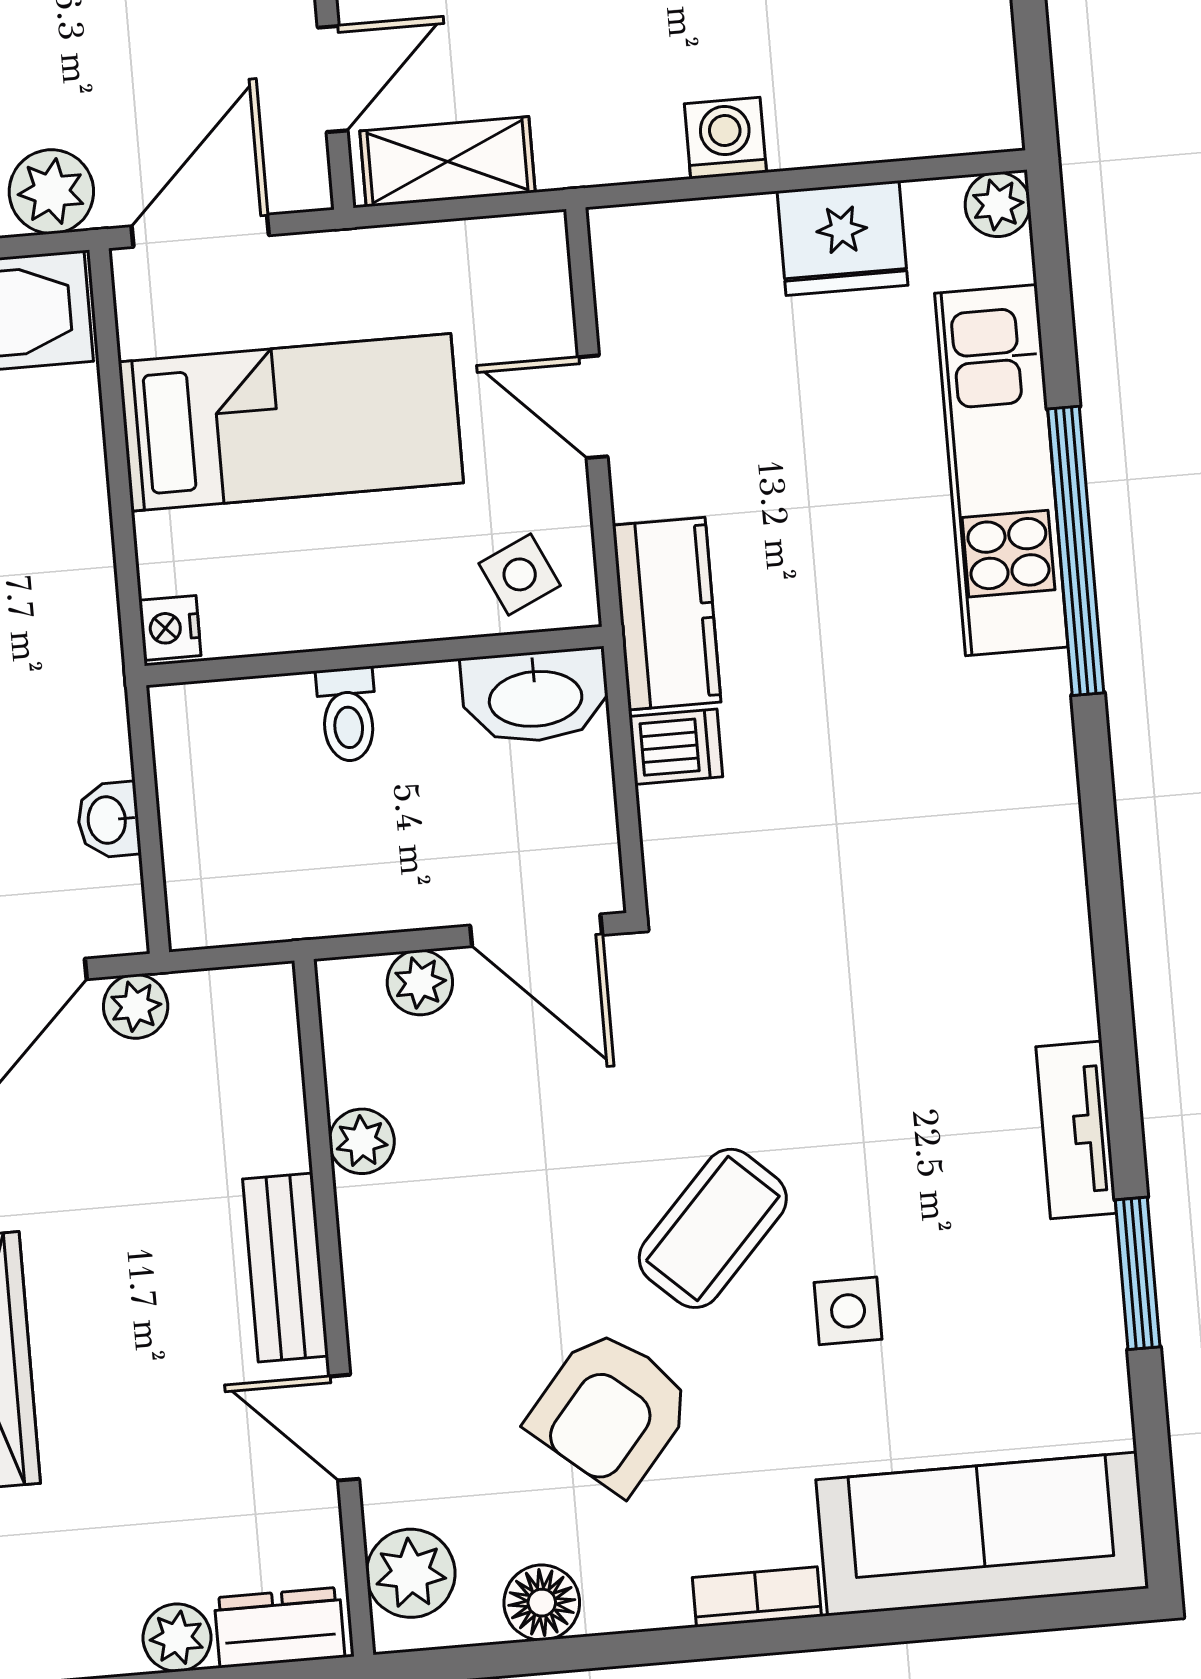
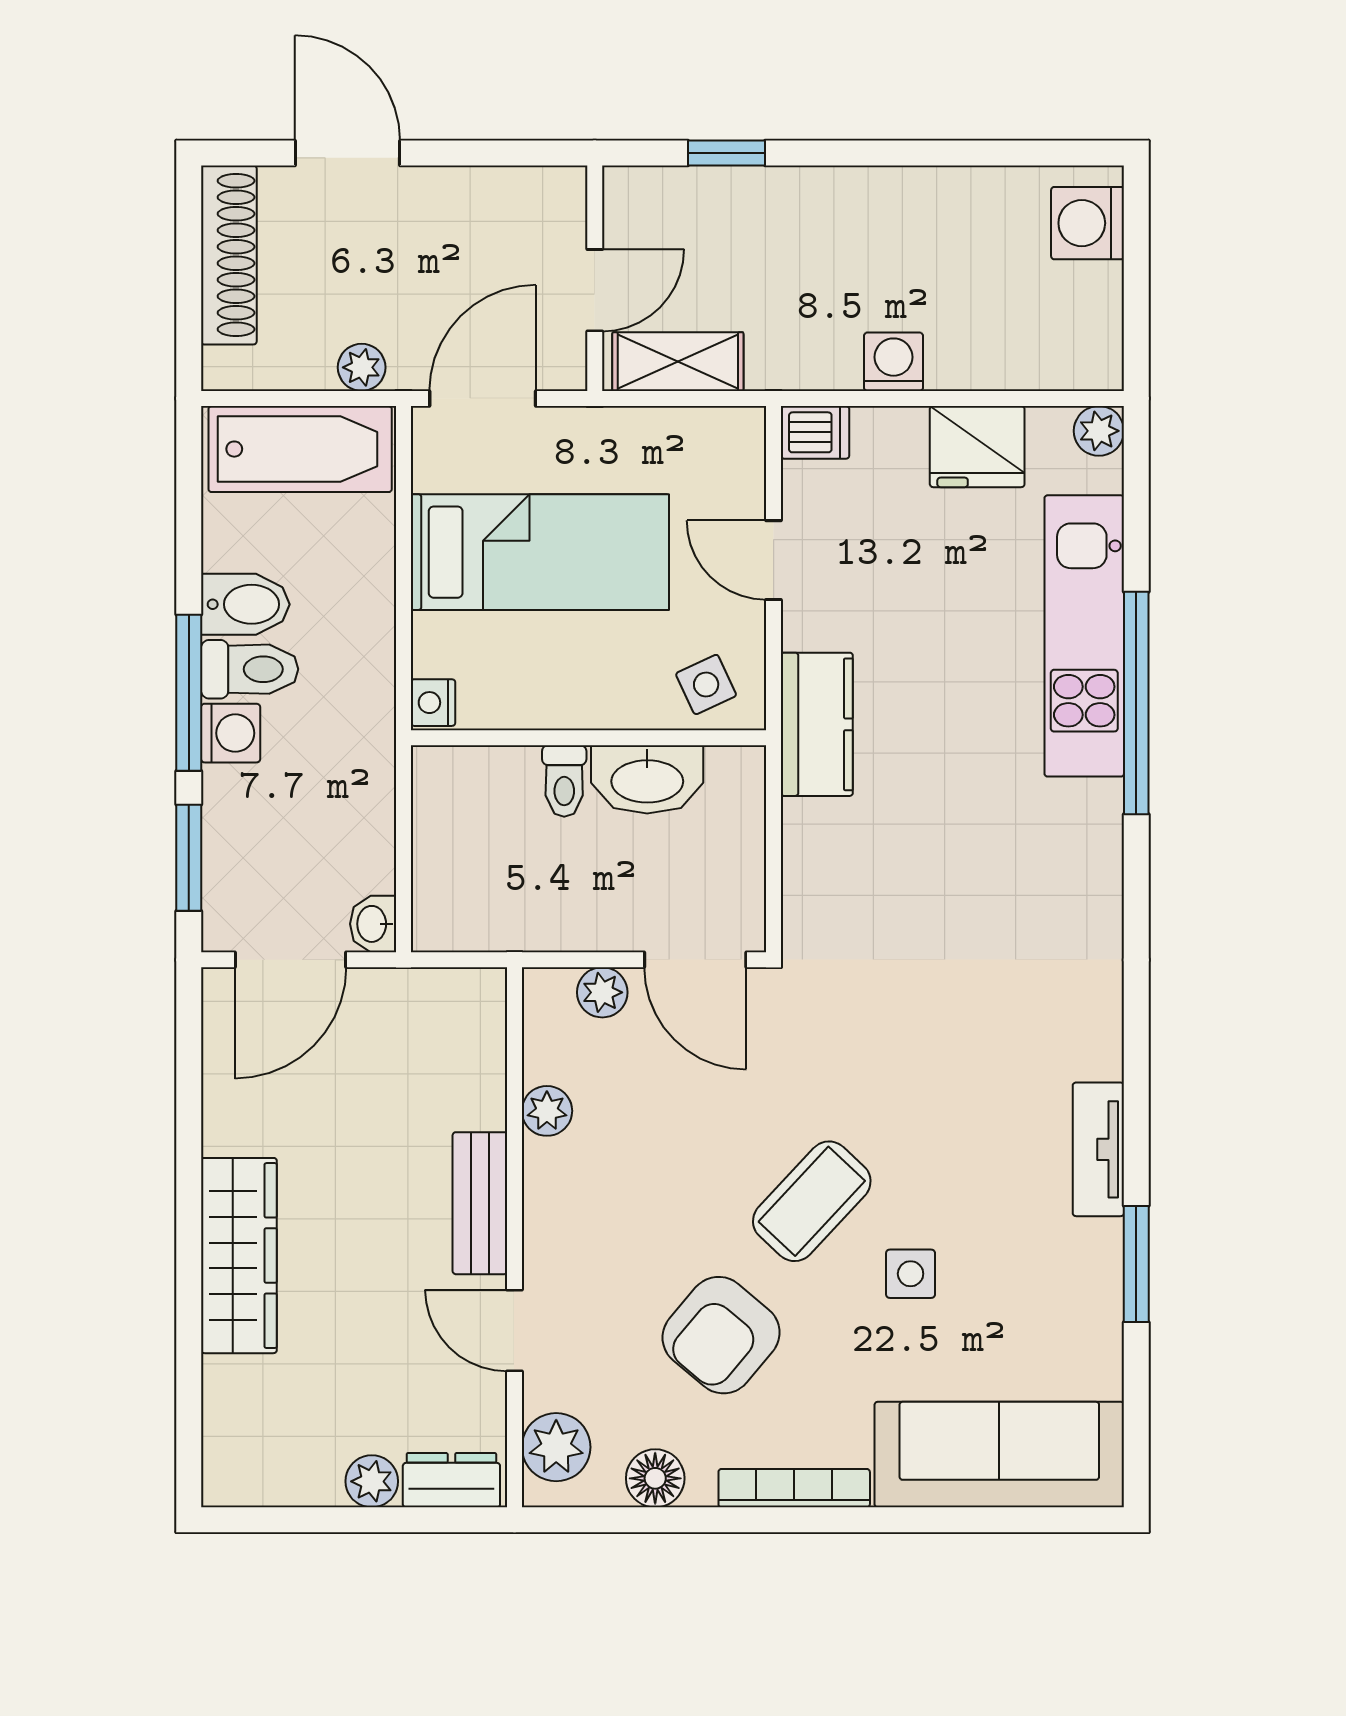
plant: (51, 192) -> (362, 367), width x0.73, depth x0.73
washbasin: (535, 696) -> (647, 779), moved
dishwasher: (676, 747) -> (815, 432), moved
washbasin: (109, 820) -> (373, 924), moved
plant: (136, 1006) -> (382, 992), removed
bookcase: (757, 1597) -> (794, 1488), width x1.56

